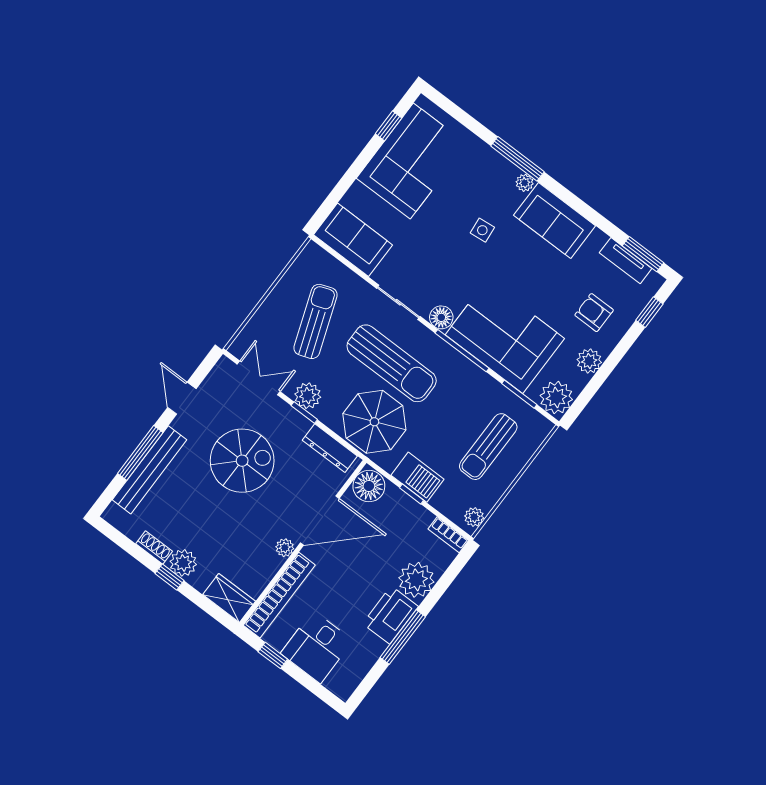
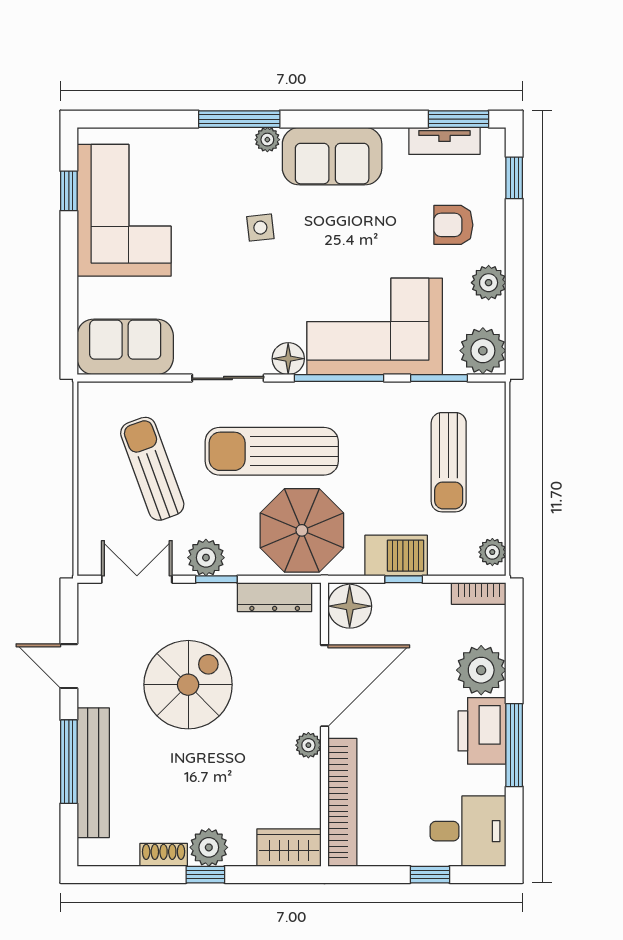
sun lounger: (392, 363) -> (272, 451), turned 180
desk: (317, 647) -> (468, 831), moved, turned -90
window: (273, 655) -> (430, 875), moved

